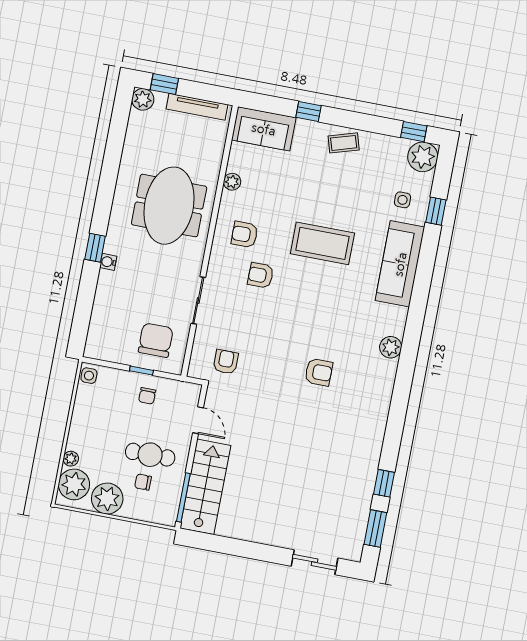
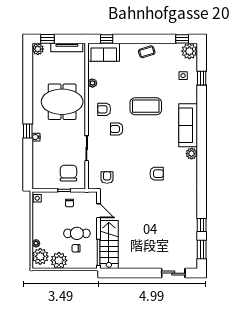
window: (308, 112) -> (107, 39), moved
meeting table: (169, 206) -> (62, 102), turned 90
sofa: (400, 264) -> (188, 125), moved

